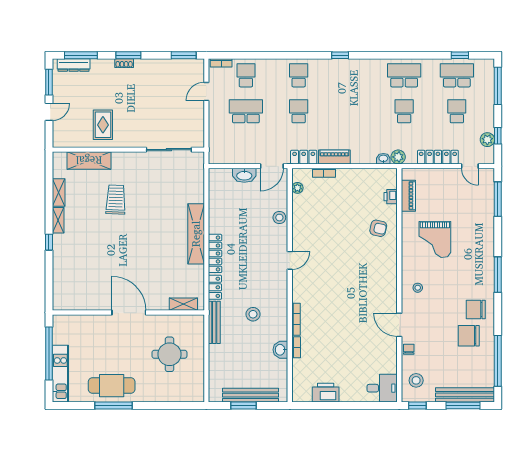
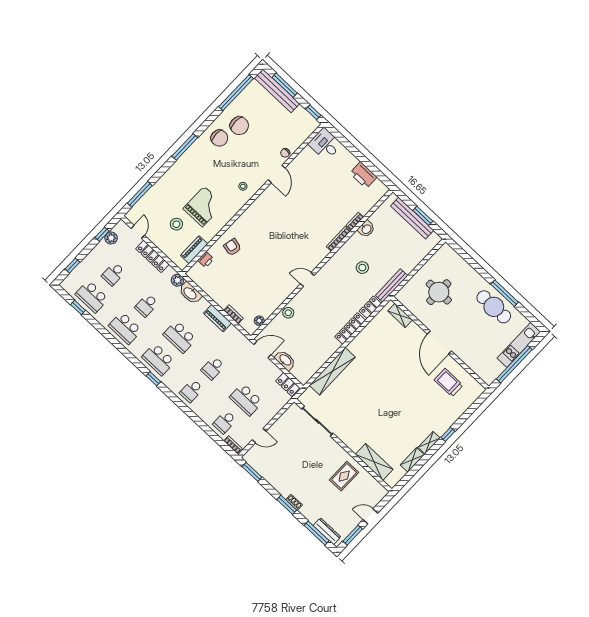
school desk: (351, 75) -> (158, 359), added
window: (498, 86) -> (72, 266), width x0.46
school desk: (351, 111) -> (180, 337), added
locker: (304, 157) -> (288, 384), moved
washbasin: (383, 159) -> (190, 293), width x1.91, depth x1.45
trolley: (116, 200) -> (449, 383), moved, turned 88
shelving: (196, 234) -> (332, 371), moved
stool: (416, 380) -> (176, 224), moved

